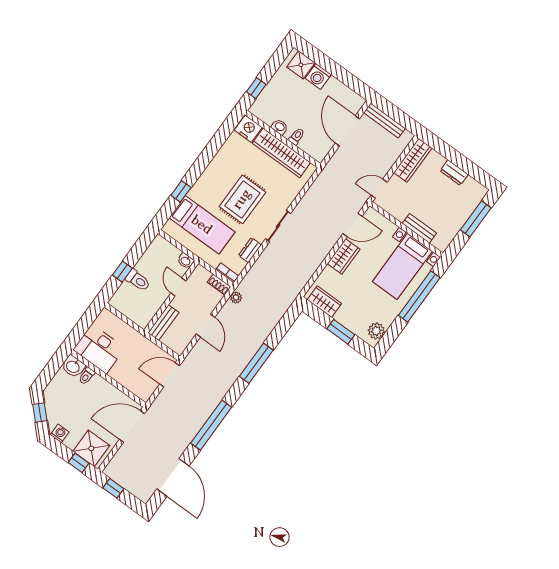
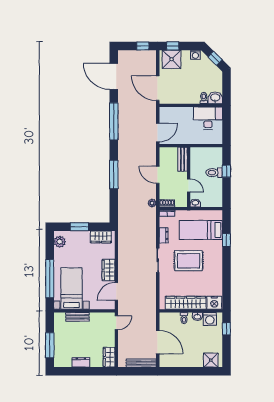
washing machine: (318, 76) -> (210, 319), moved, turned 180
wardrobe: (413, 160) -> (109, 357), width x0.67
rug: (242, 199) -> (189, 261), turned 90
door: (132, 426) -> (158, 88), swing flipped

